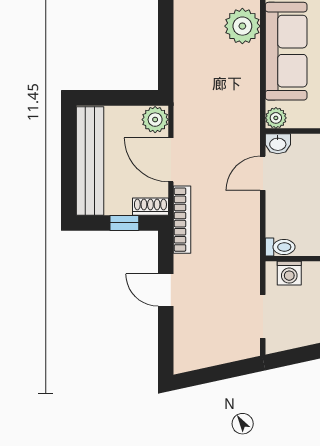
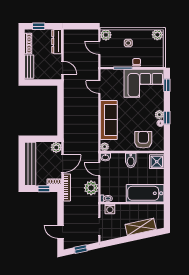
plant: (242, 26) -> (91, 188), moved
door: (171, 160) -> (63, 164), swing flipped
door: (263, 173) -> (99, 169), hinge flipped
door: (166, 290) -> (60, 232), moved
window: (216, 373) -> (81, 249), added

